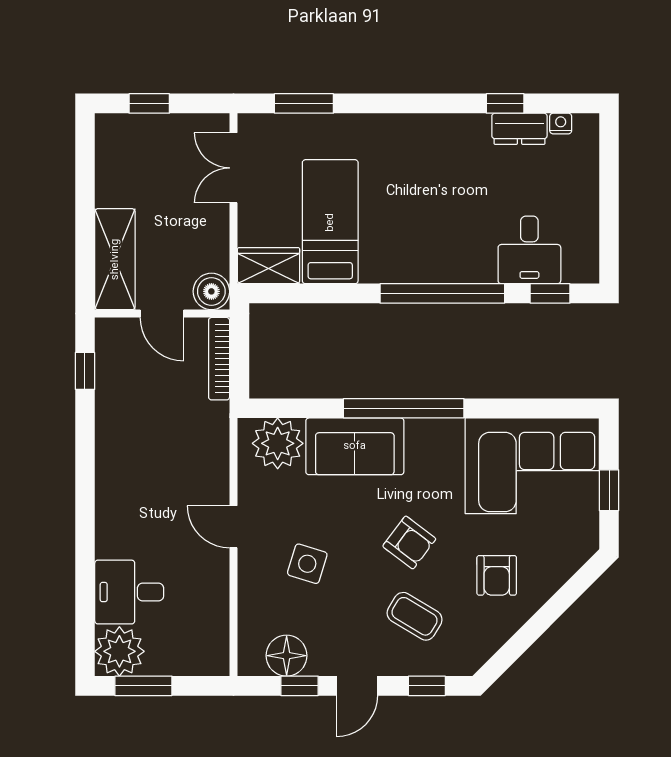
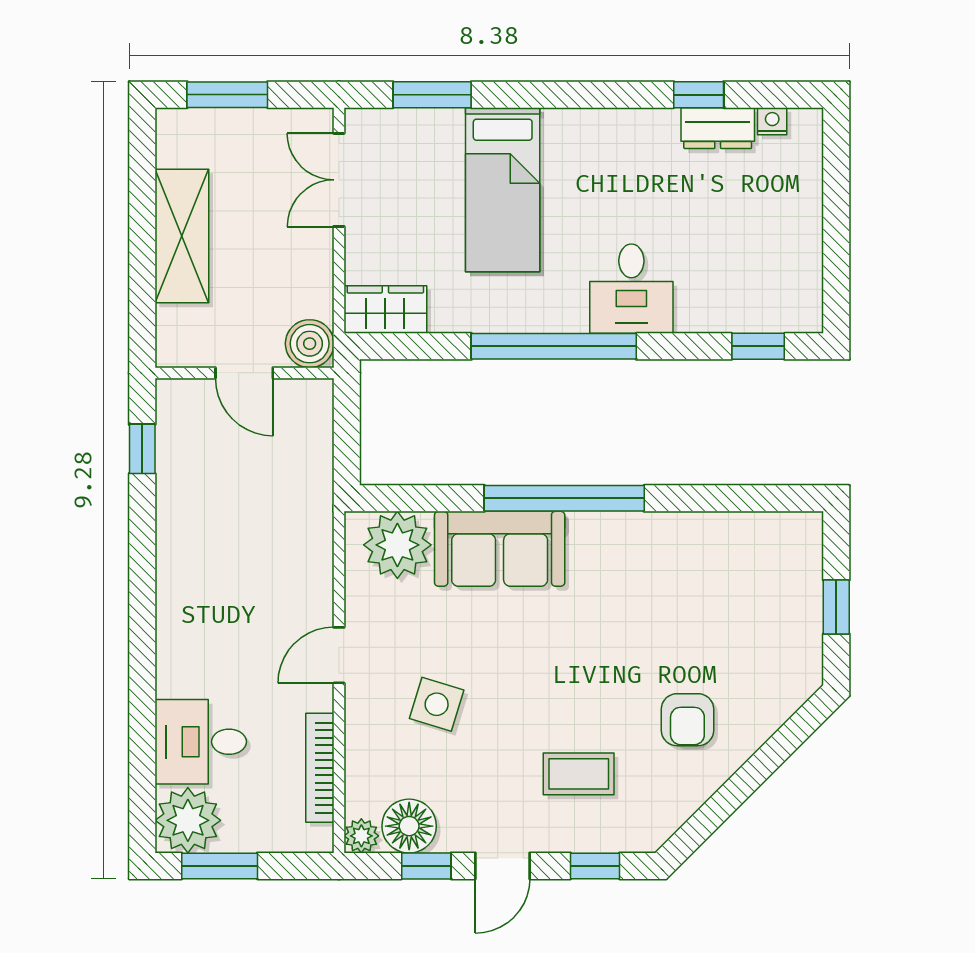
window: (149, 103) -> (227, 95), width x1.50
bed: (330, 222) -> (503, 190), moved, turned 180
desk: (529, 250) -> (631, 289), moved
shelving: (115, 259) -> (182, 236), moved
window: (442, 293) -> (554, 346), moved
bookcase: (219, 359) -> (320, 768), moved
corner sofa: (532, 466) -> (735, 575), removed
door: (234, 527) -> (339, 655), hinge flipped
armchair: (409, 542) -> (572, 676), removed
coffee table: (415, 616) -> (579, 774), turned -31
plant: (250, 663) -> (361, 836), added

